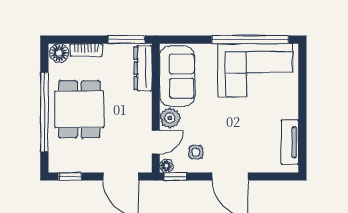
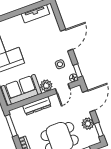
dresser: (143, 68) -> (37, 106), moved
door: (156, 142) -> (62, 89), swing flipped
plant: (86, 162) -> (88, 124), added

